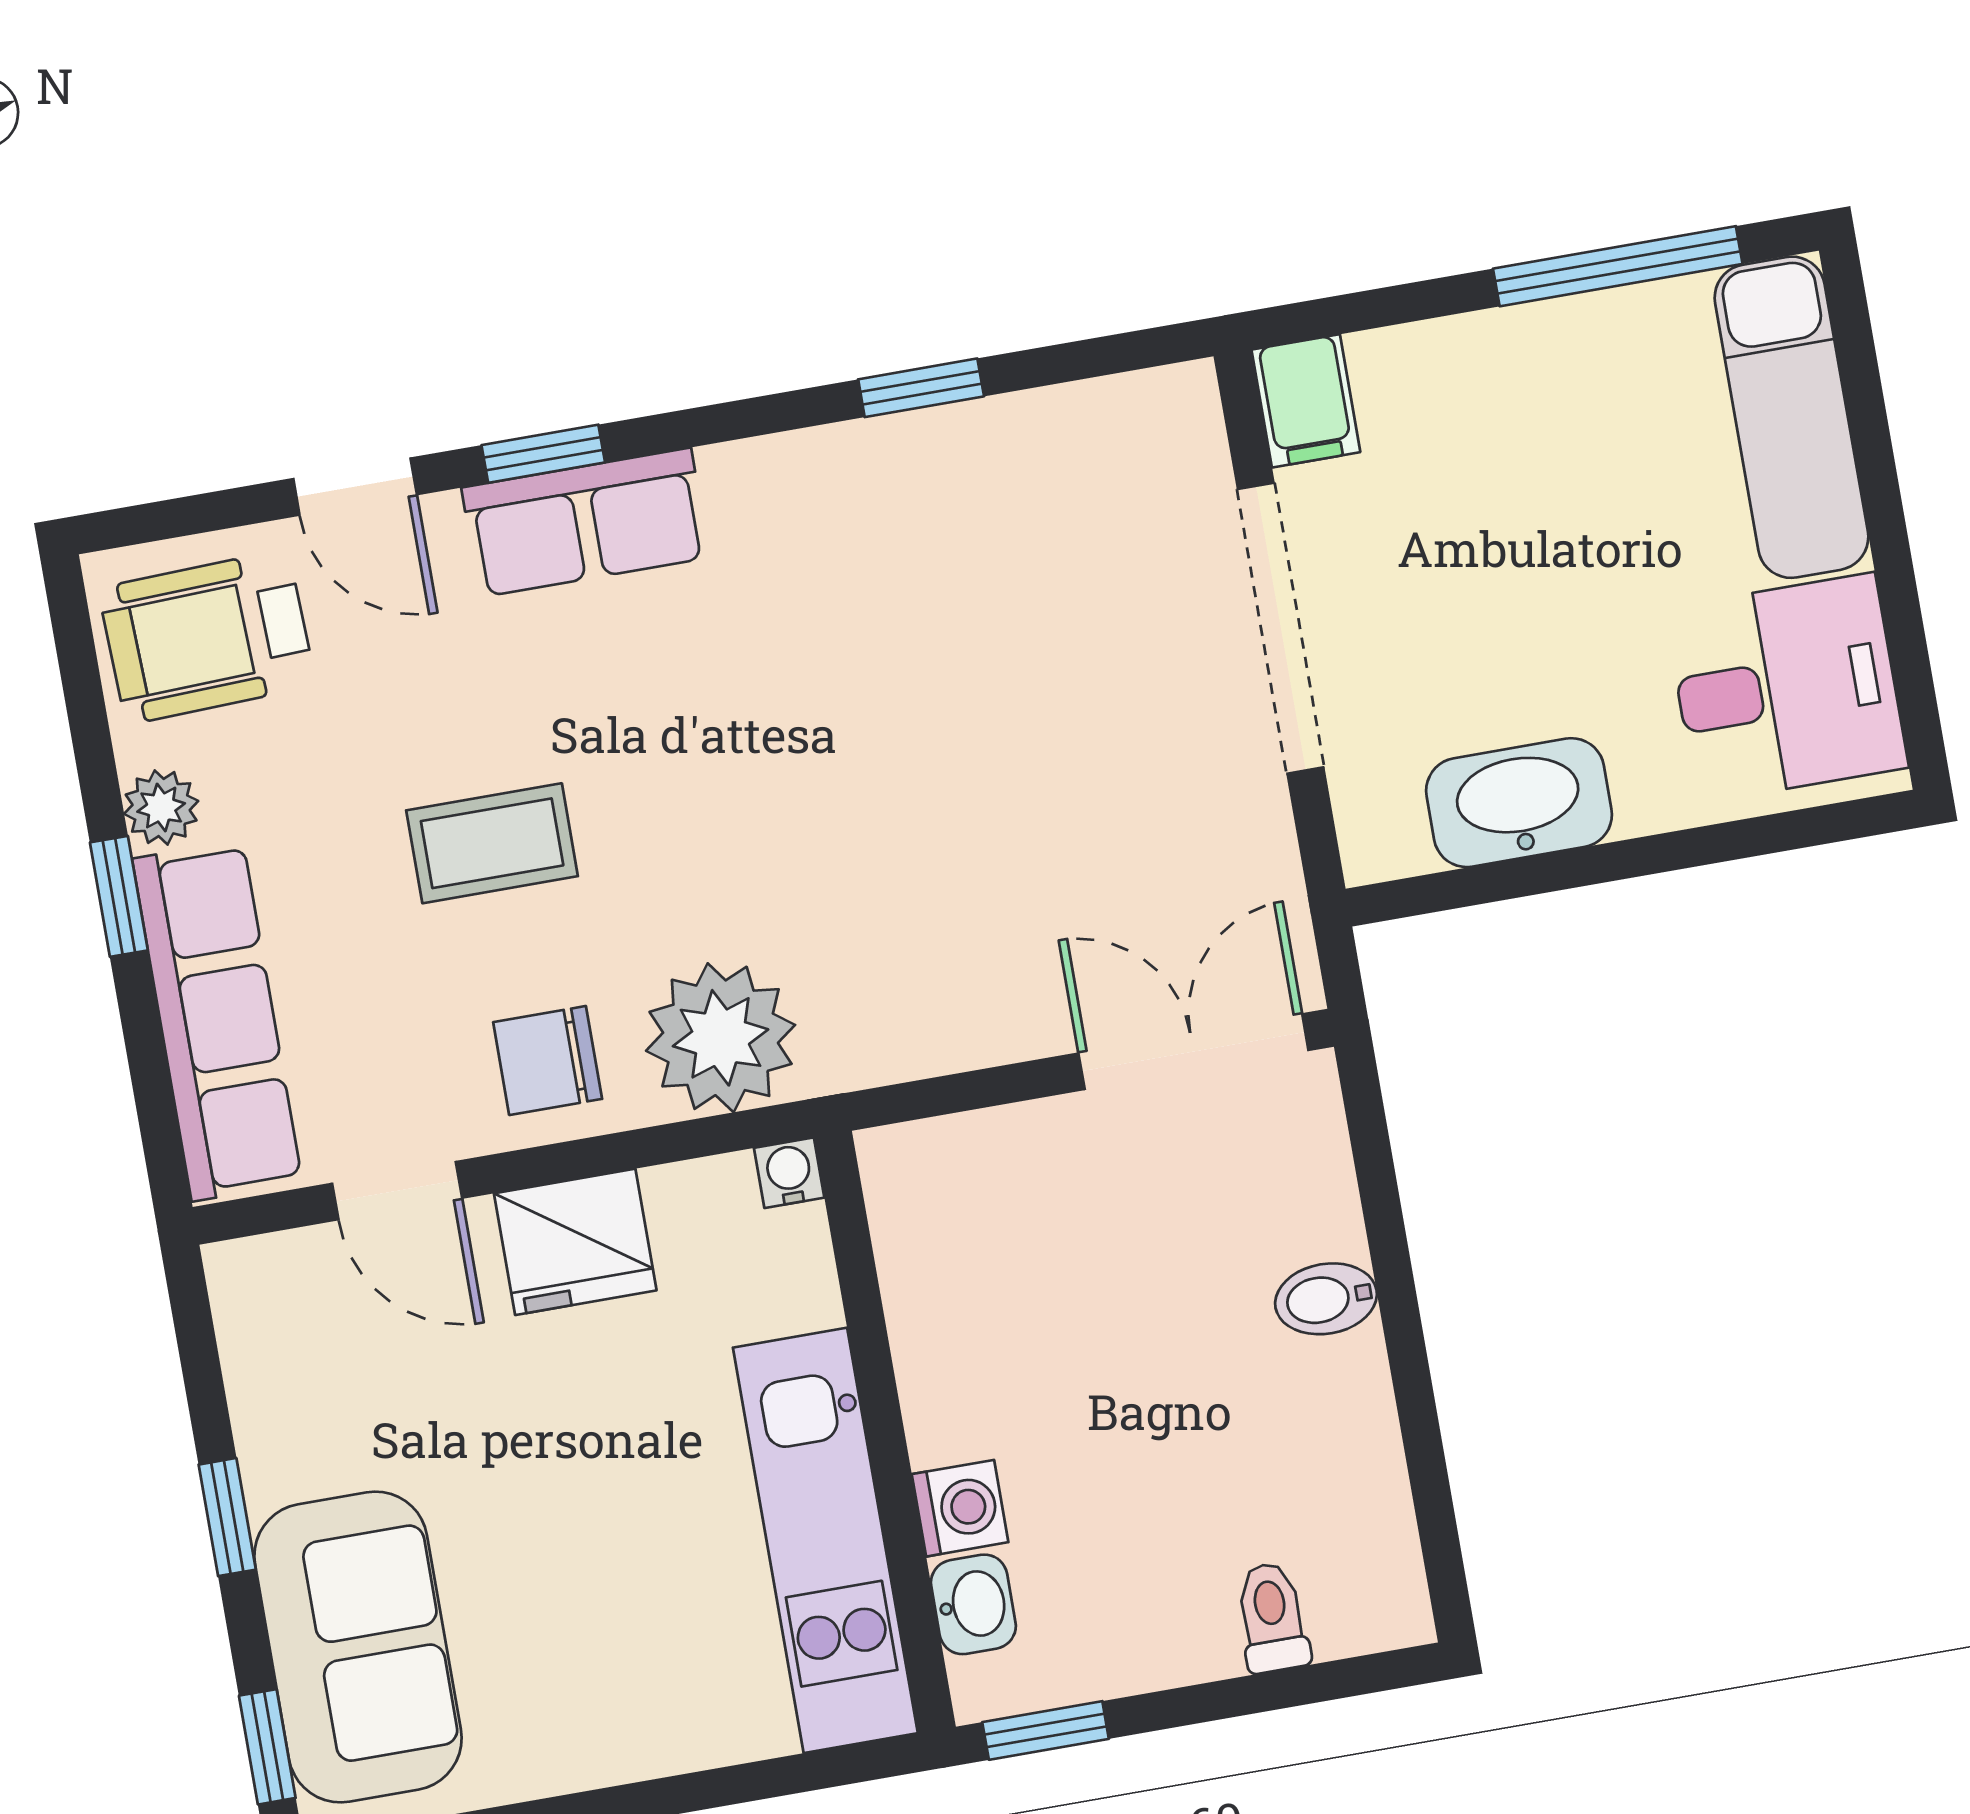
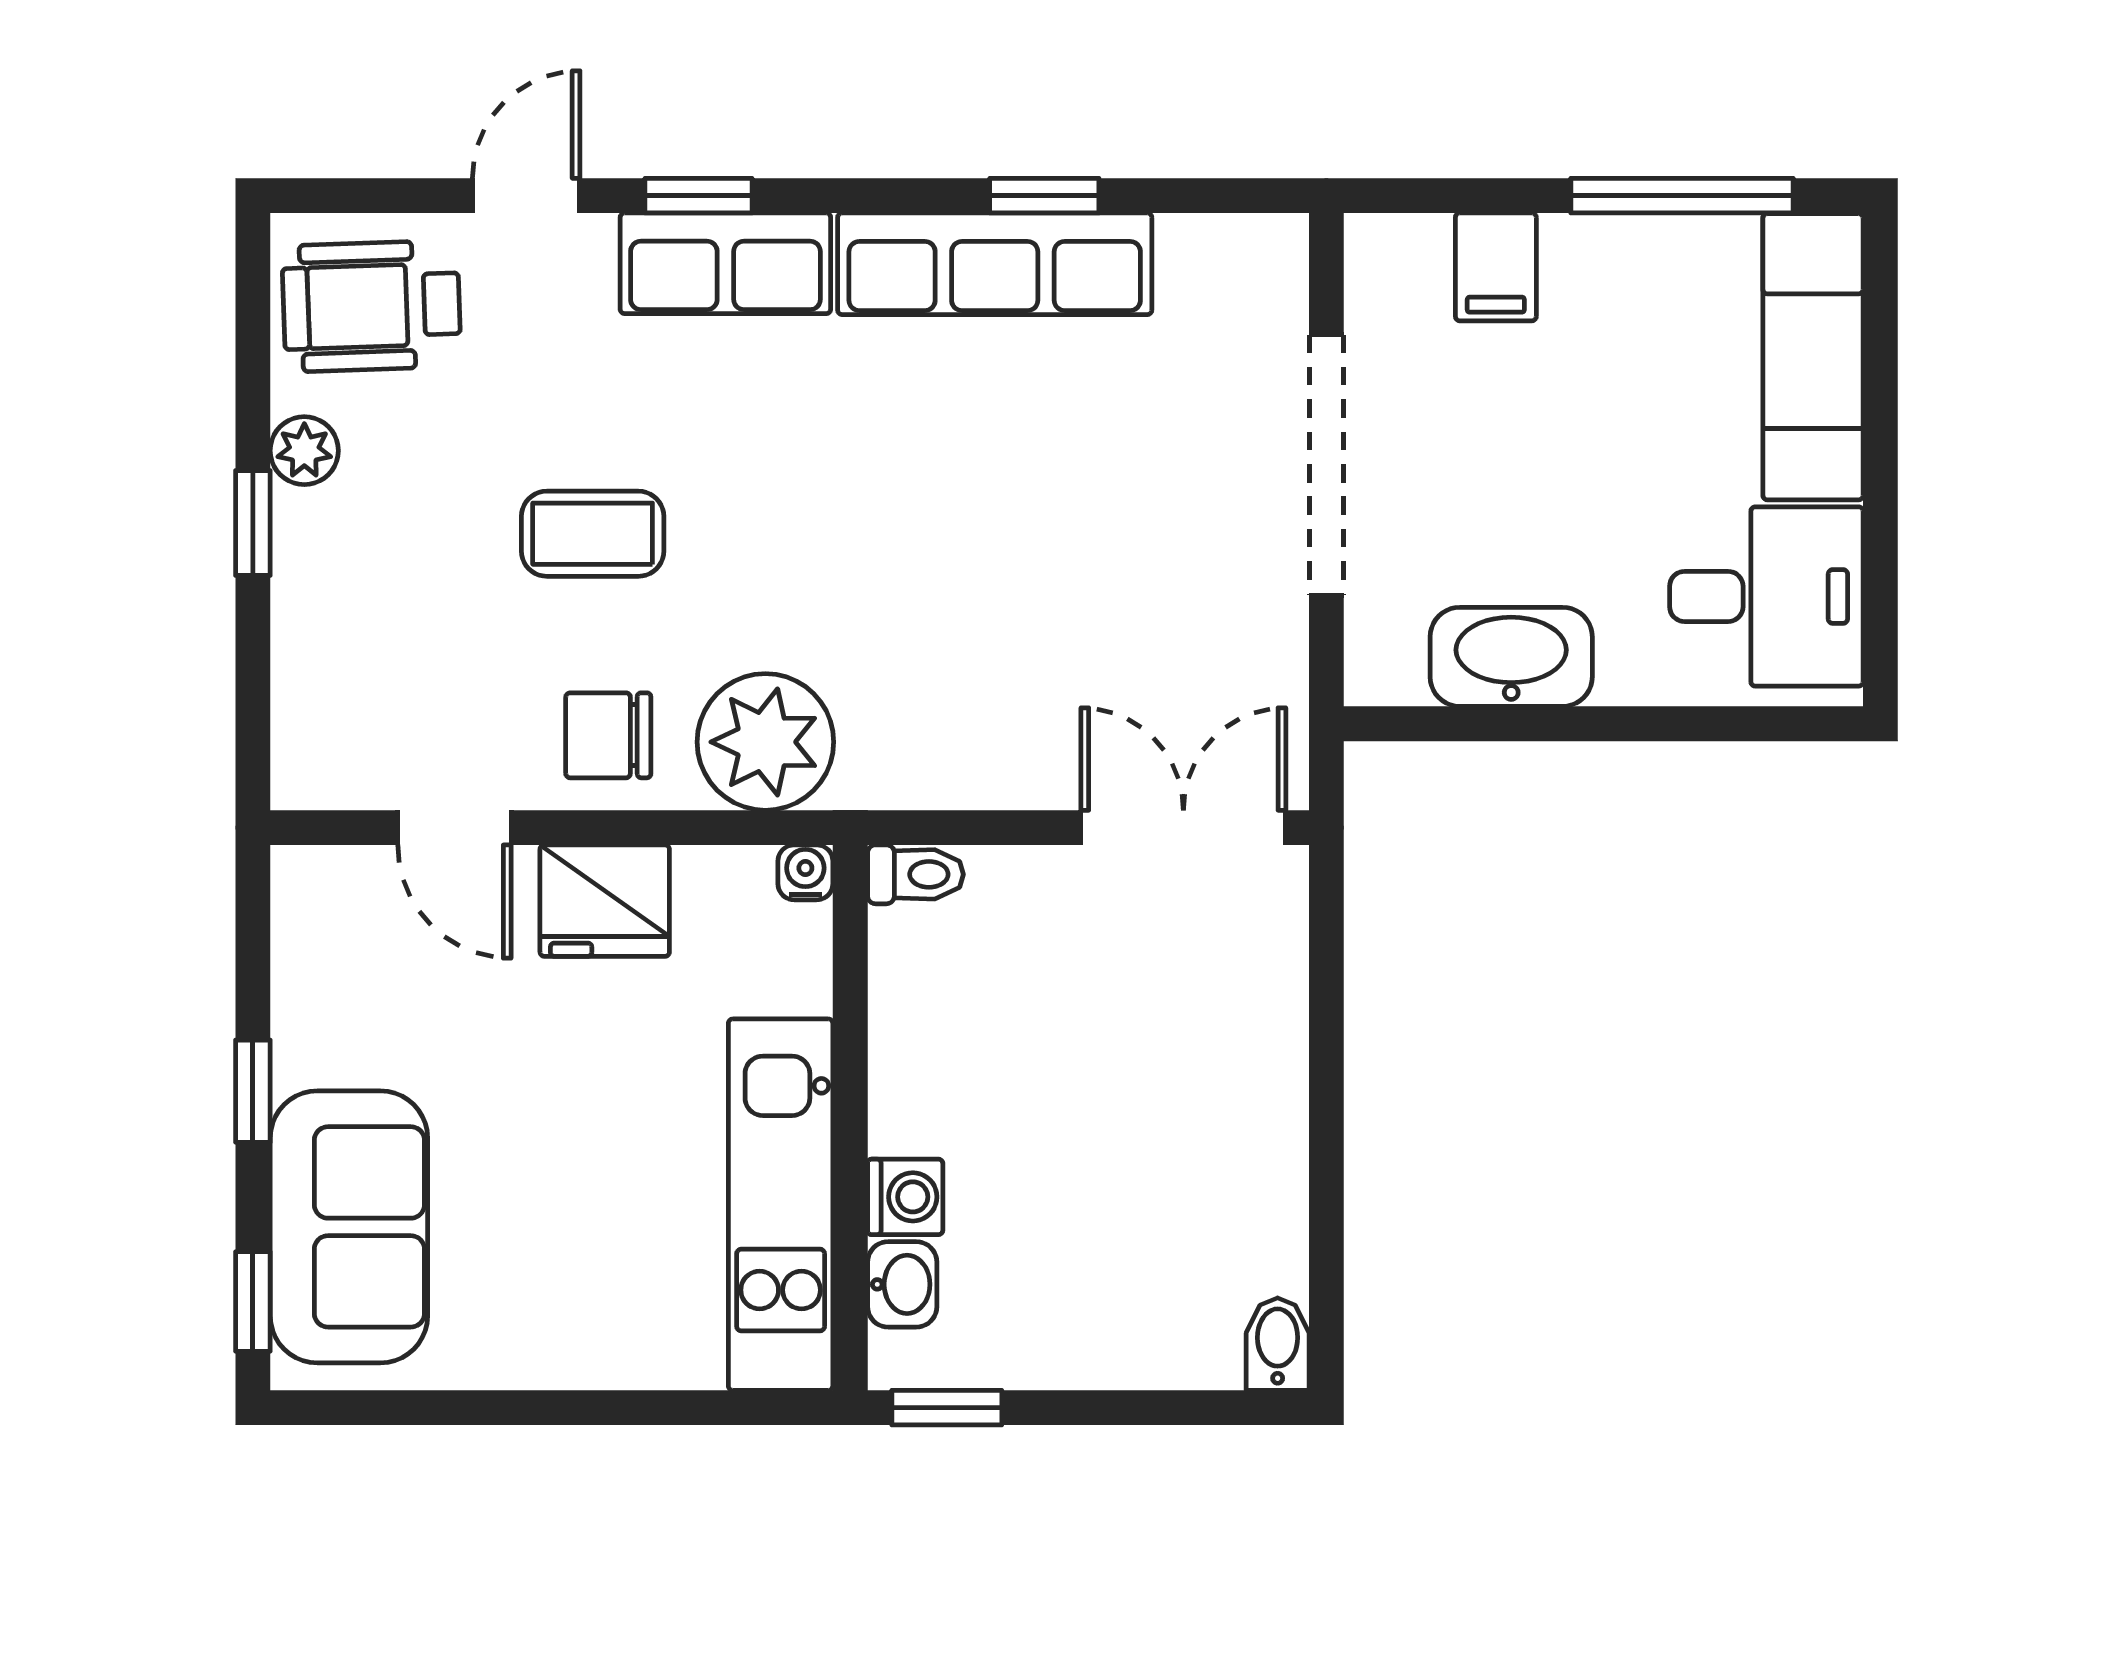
filing cabinet: (1306, 401) -> (1496, 267), moved
door: (355, 487) -> (526, 196), swing flipped
row of seats: (217, 1021) -> (995, 264), moved, turned 90
bidet: (1326, 1299) -> (1278, 1344), moved, turned 90
toilet: (1272, 1617) -> (915, 874), moved, turned 90

